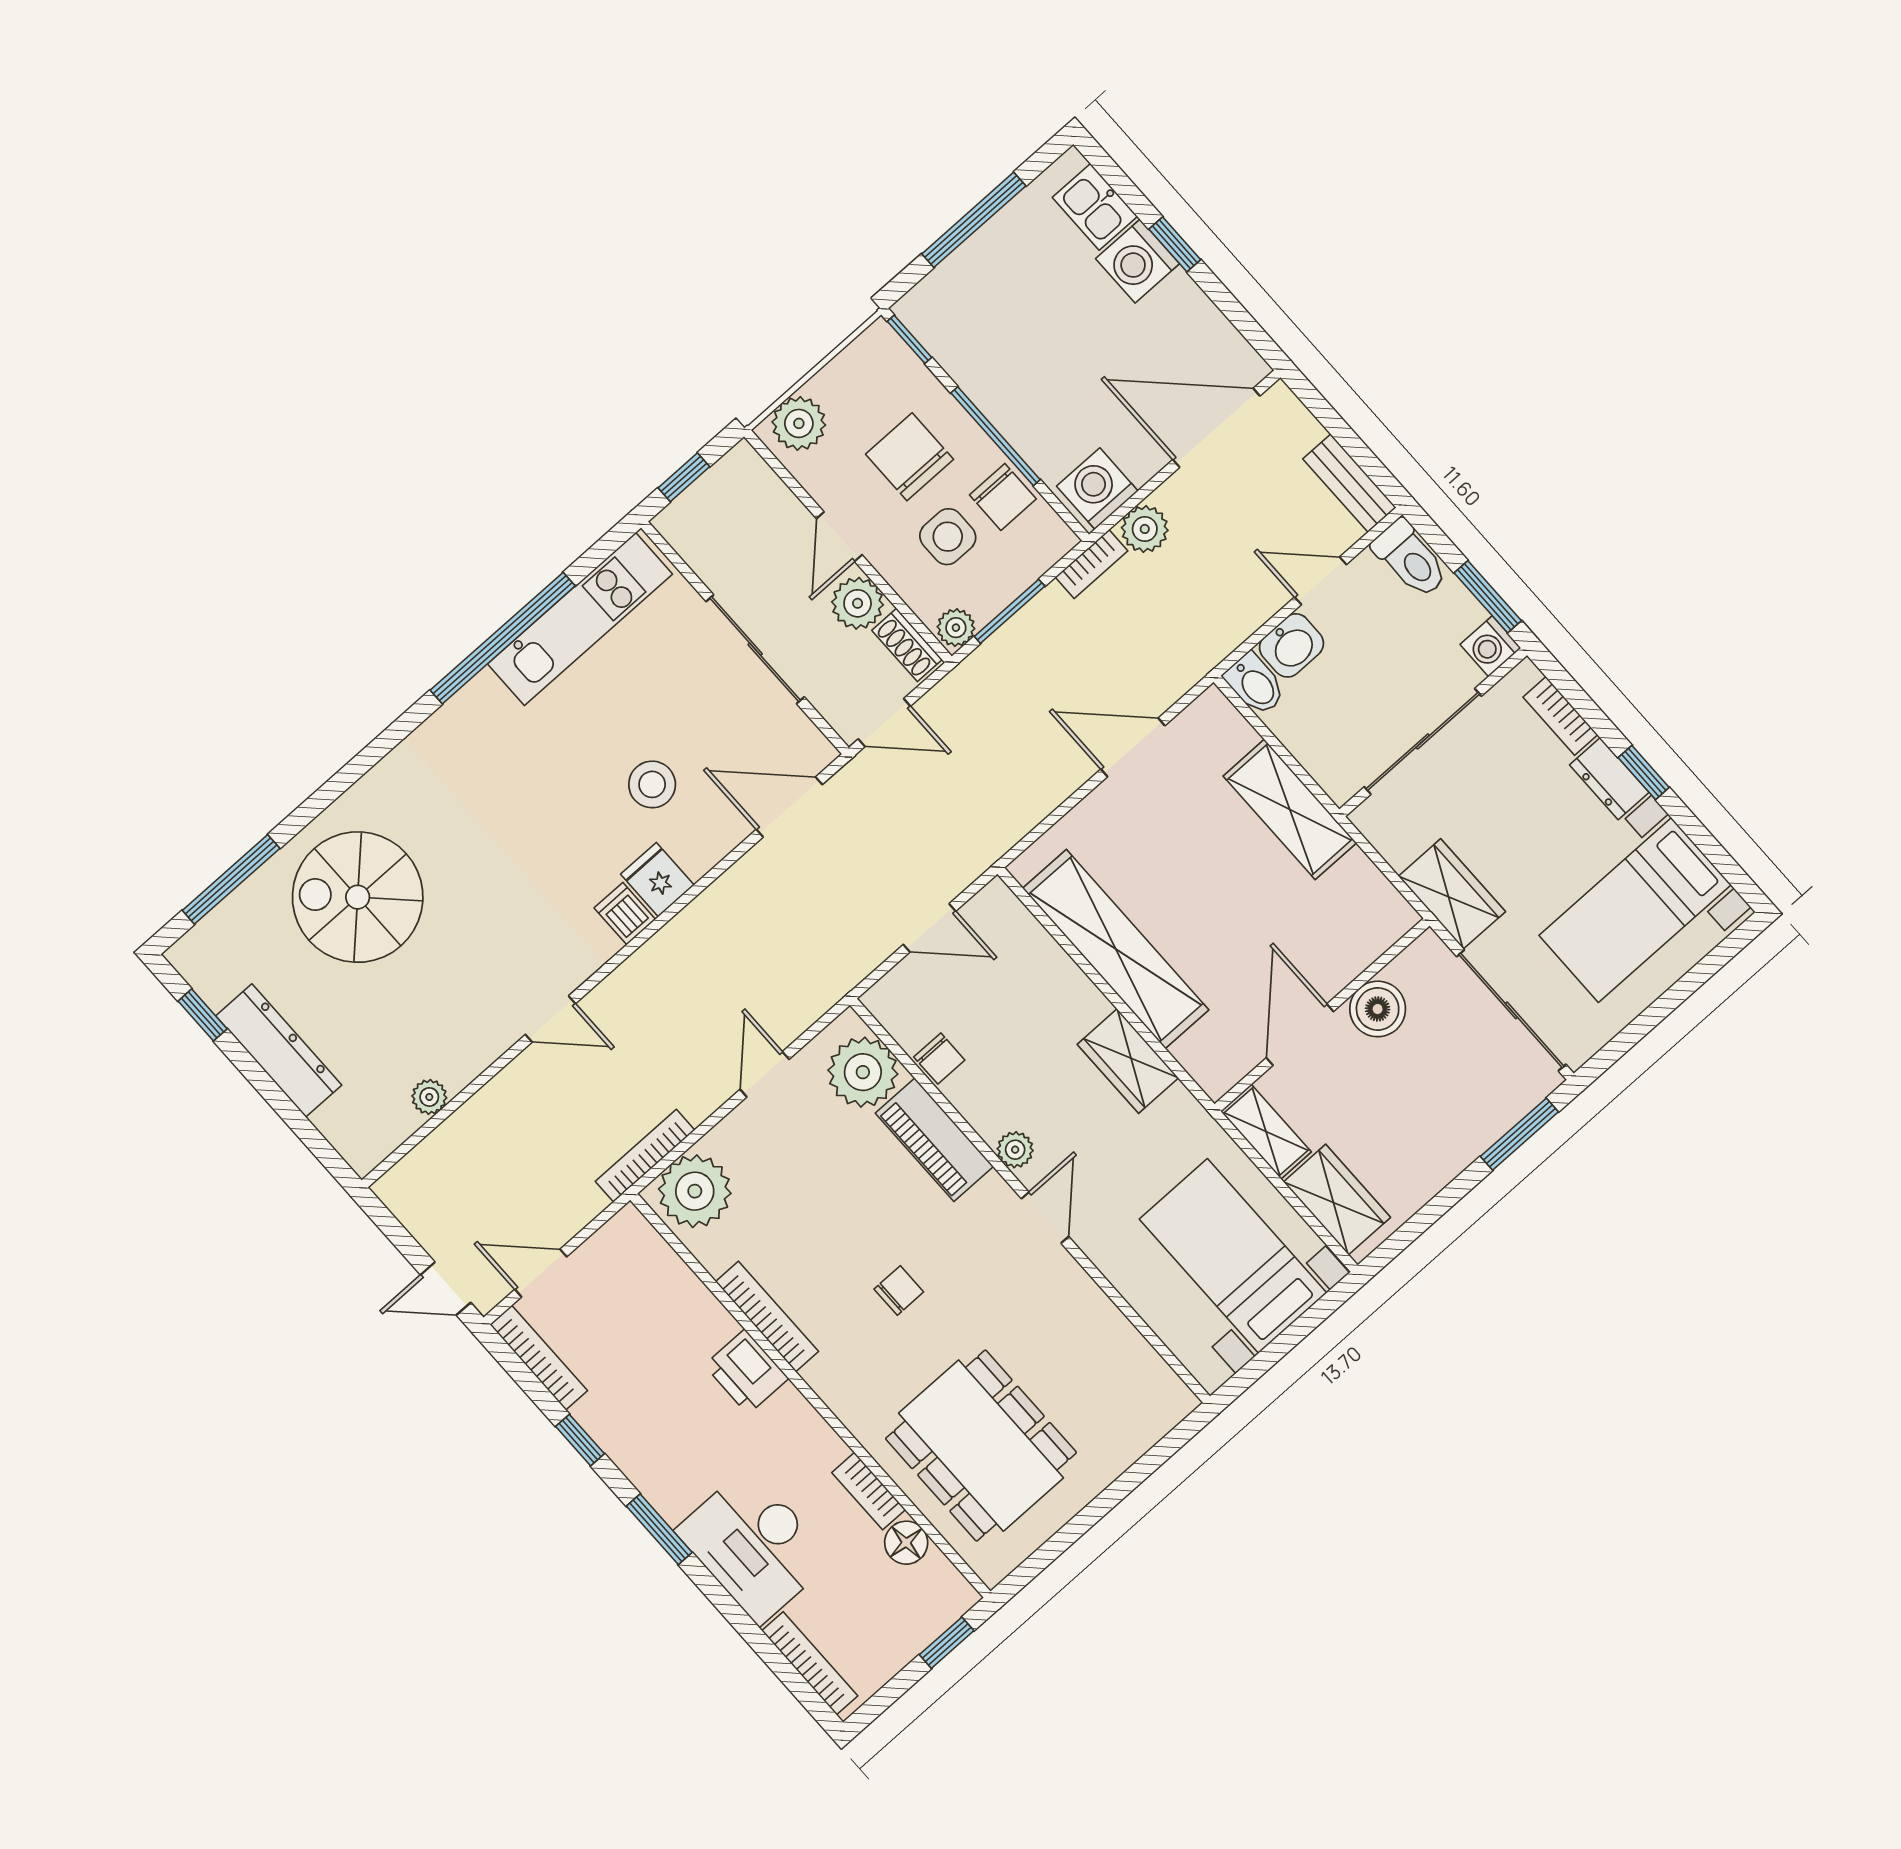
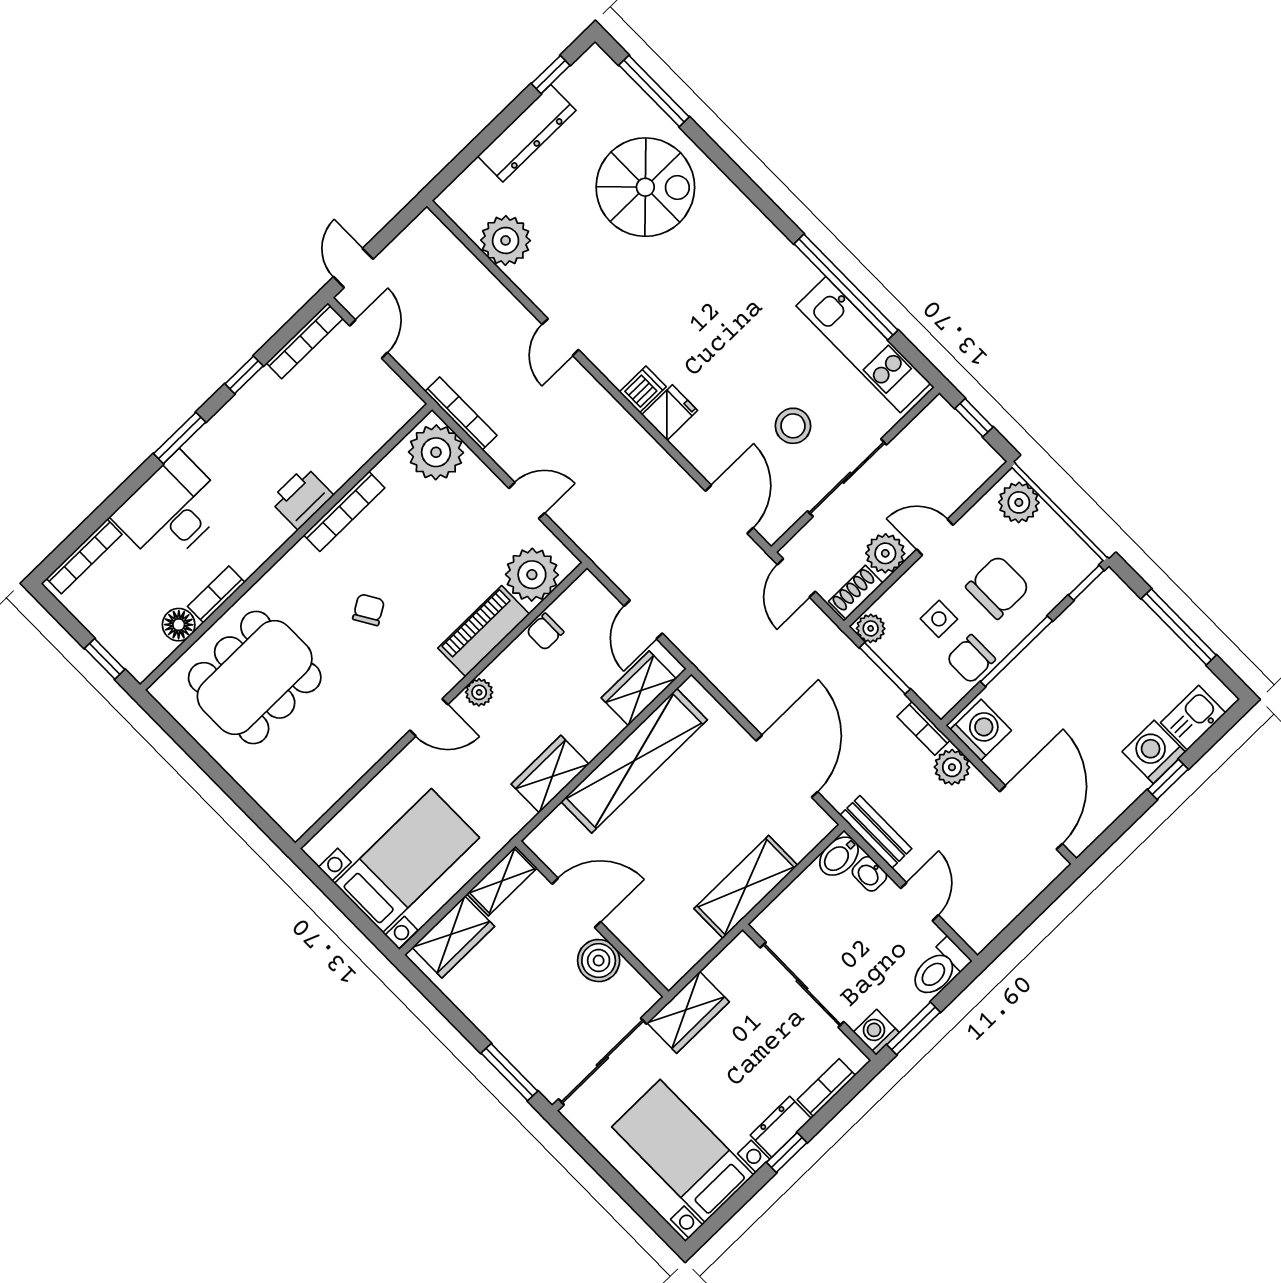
bench: (1349, 483) -> (876, 832), moved, turned 90
side table: (948, 537) -> (939, 619), width x0.73, depth x0.73
washbasin: (1292, 645) -> (869, 874), width x0.72, depth x0.69
door: (1133, 747) -> (787, 766), width x1.36
stool: (652, 784) -> (793, 426), moved
spiral stairs: (358, 897) -> (645, 187), turned 90
wardrobe: (1020, 938) -> (639, 688), added
plant: (429, 1097) -> (506, 240), width x1.88, depth x1.88
chair: (899, 1290) -> (369, 610), turned -121

